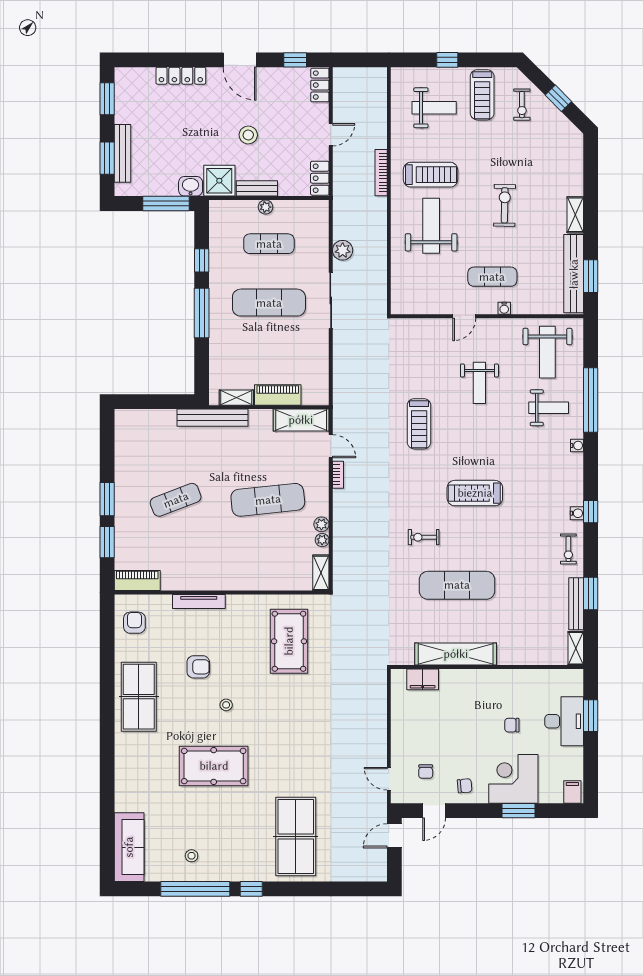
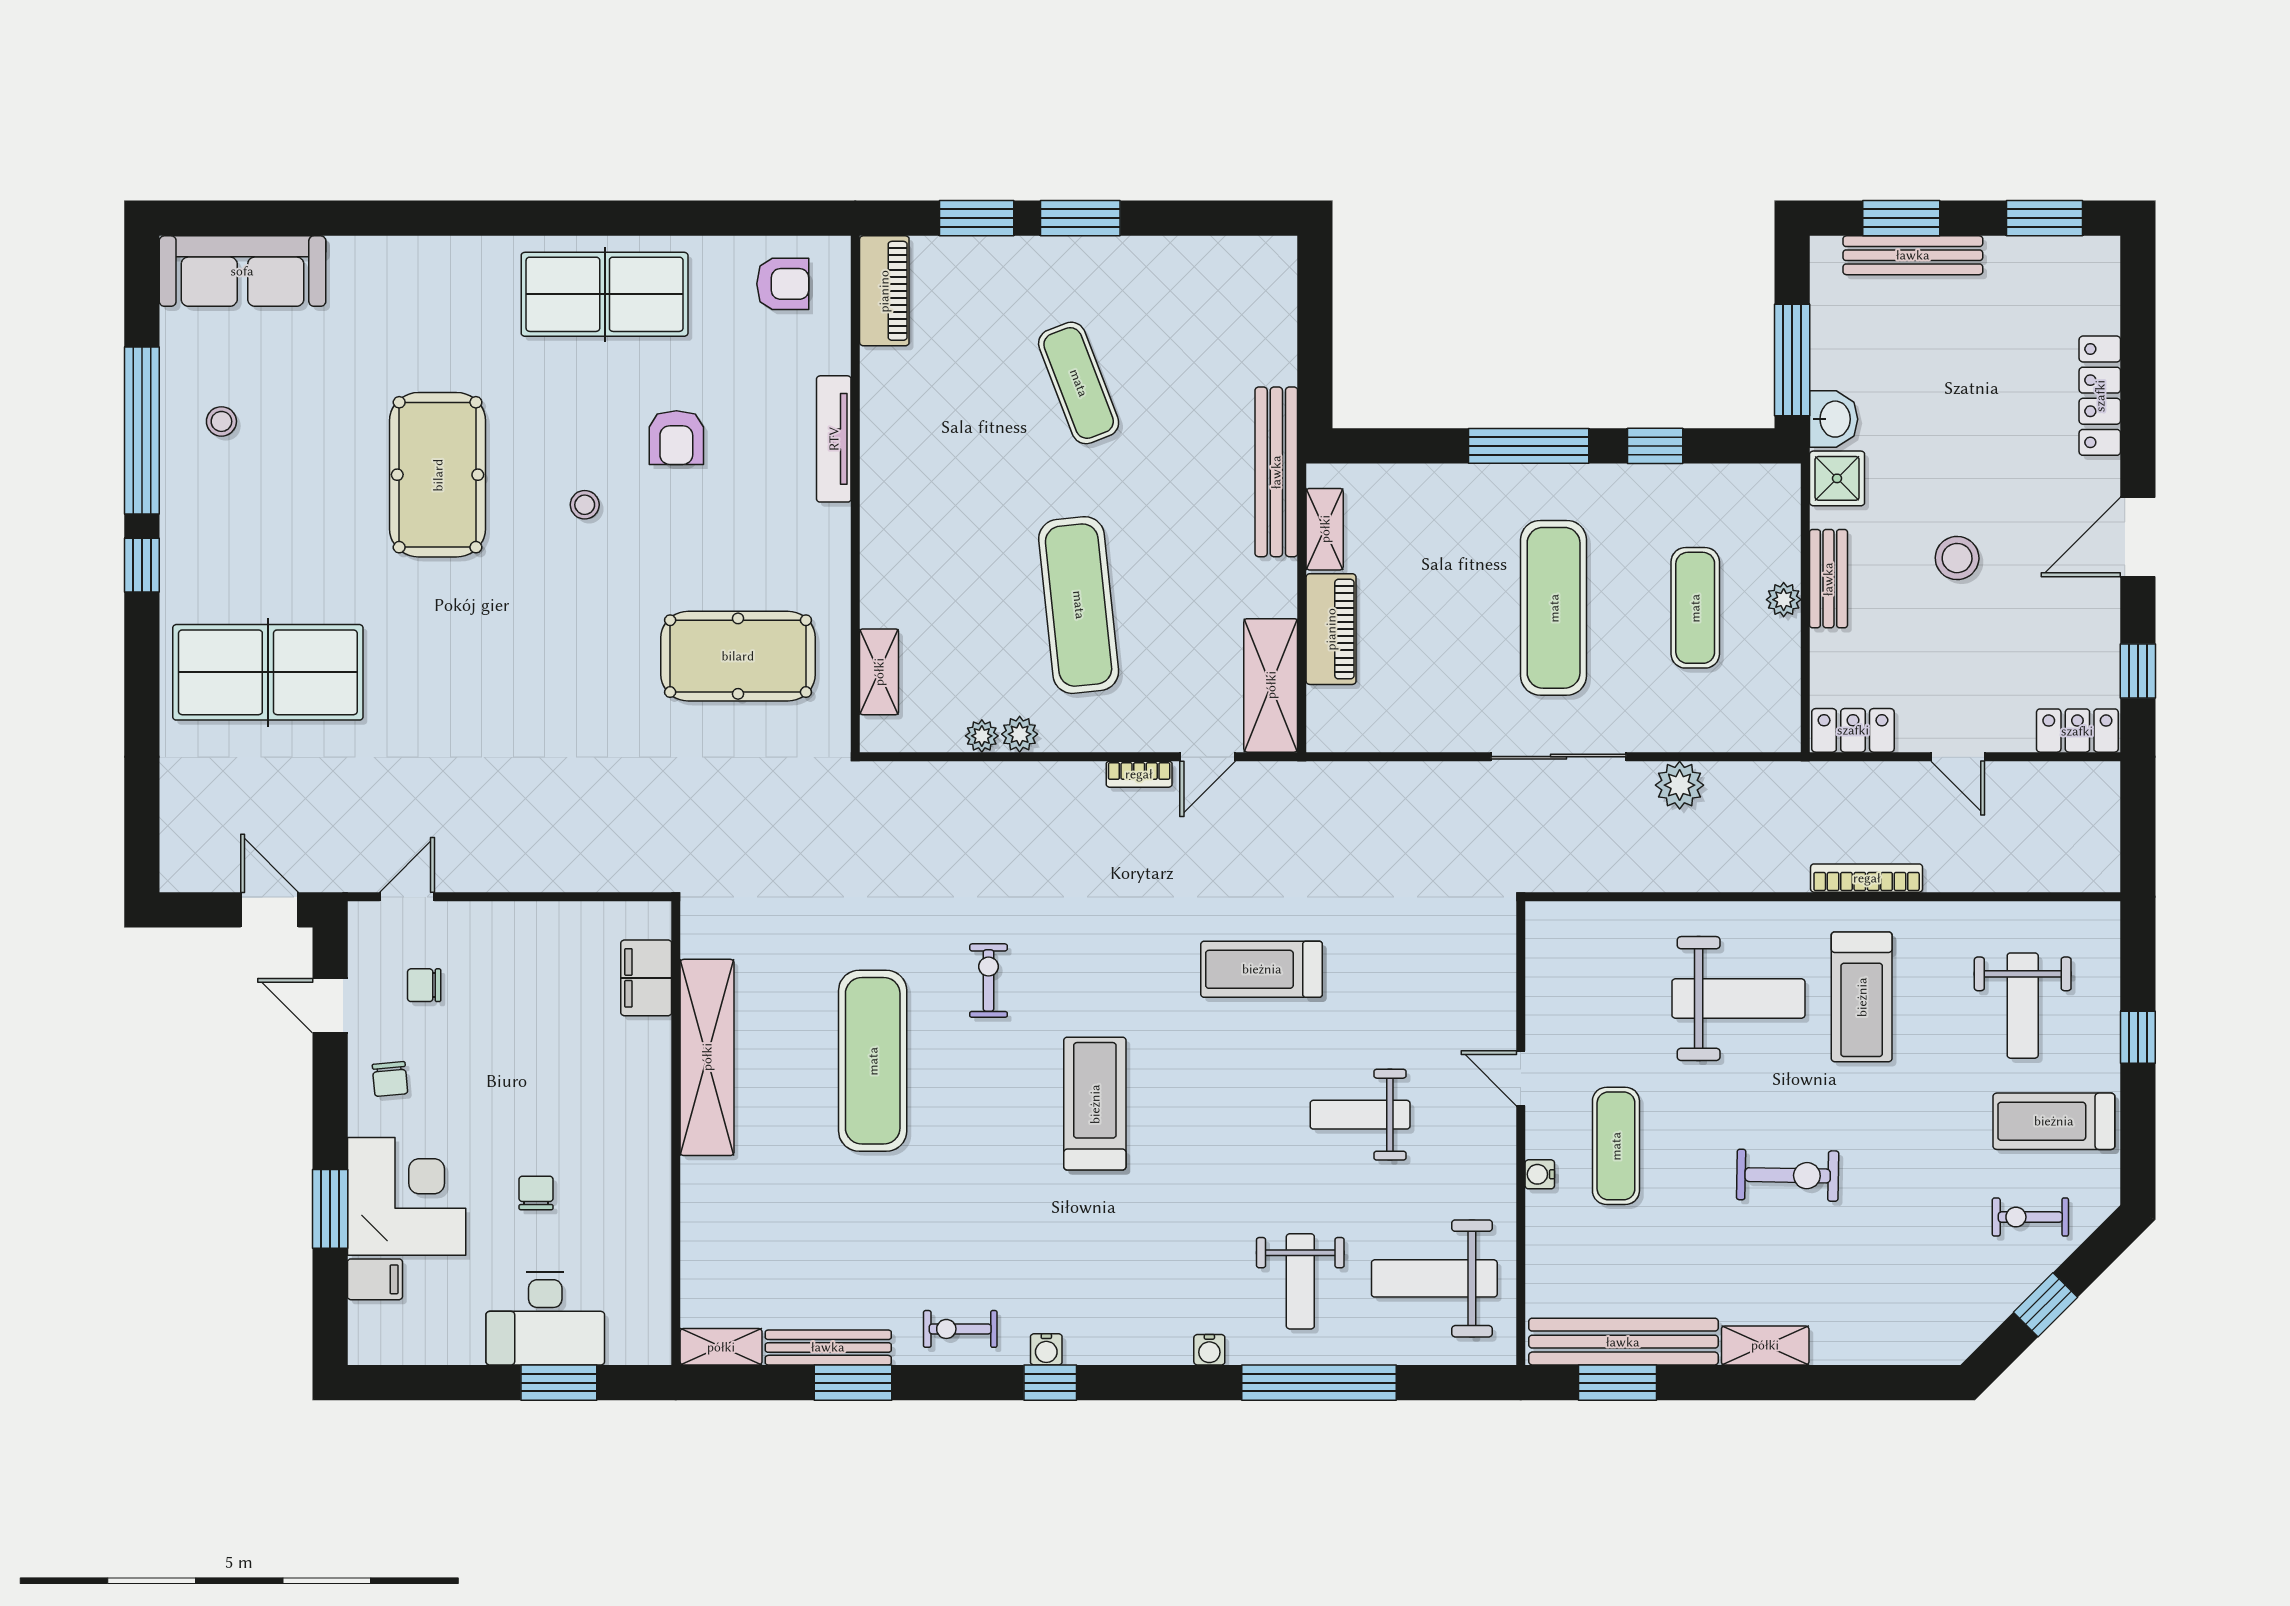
shower: (219, 181) -> (1837, 478), width x0.73, depth x0.73
shelving: (321, 573) -> (879, 672), moved, turned 90
filing cabinet: (572, 792) -> (375, 1279), moved

